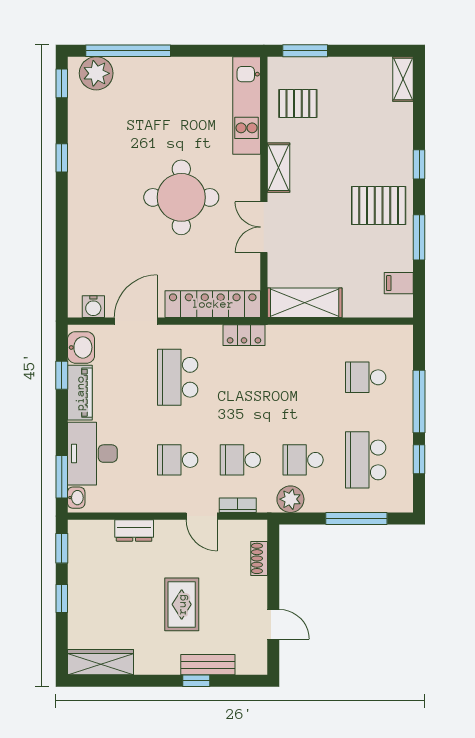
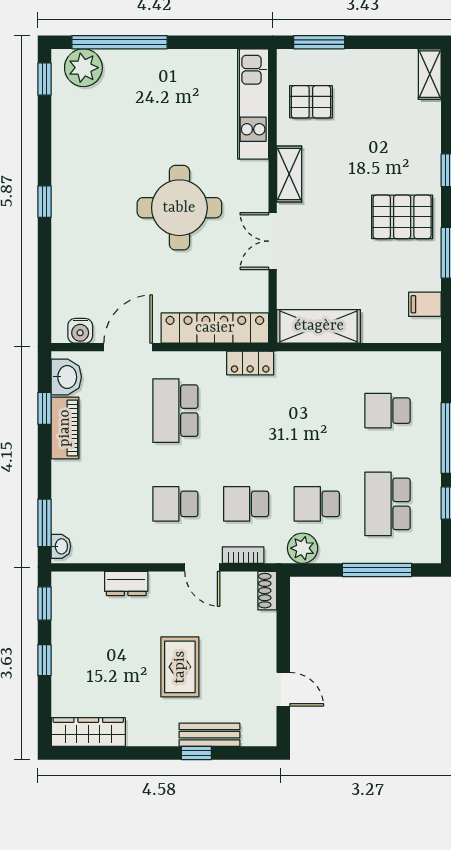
window: (62, 158) -> (44, 202), moved
desk: (92, 454) -> (79, 497), removed
shoe rack: (259, 558) -> (267, 591), moved

